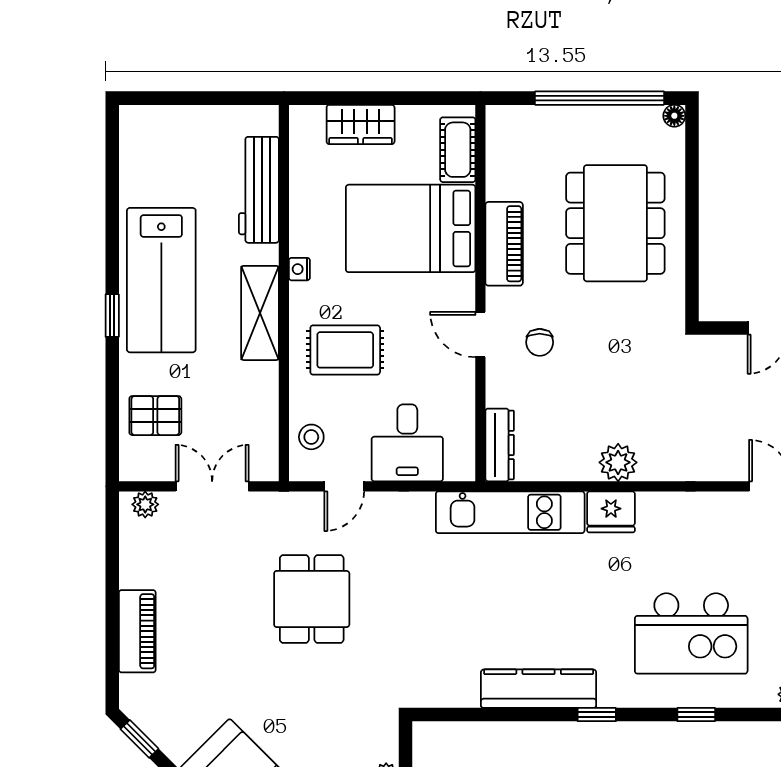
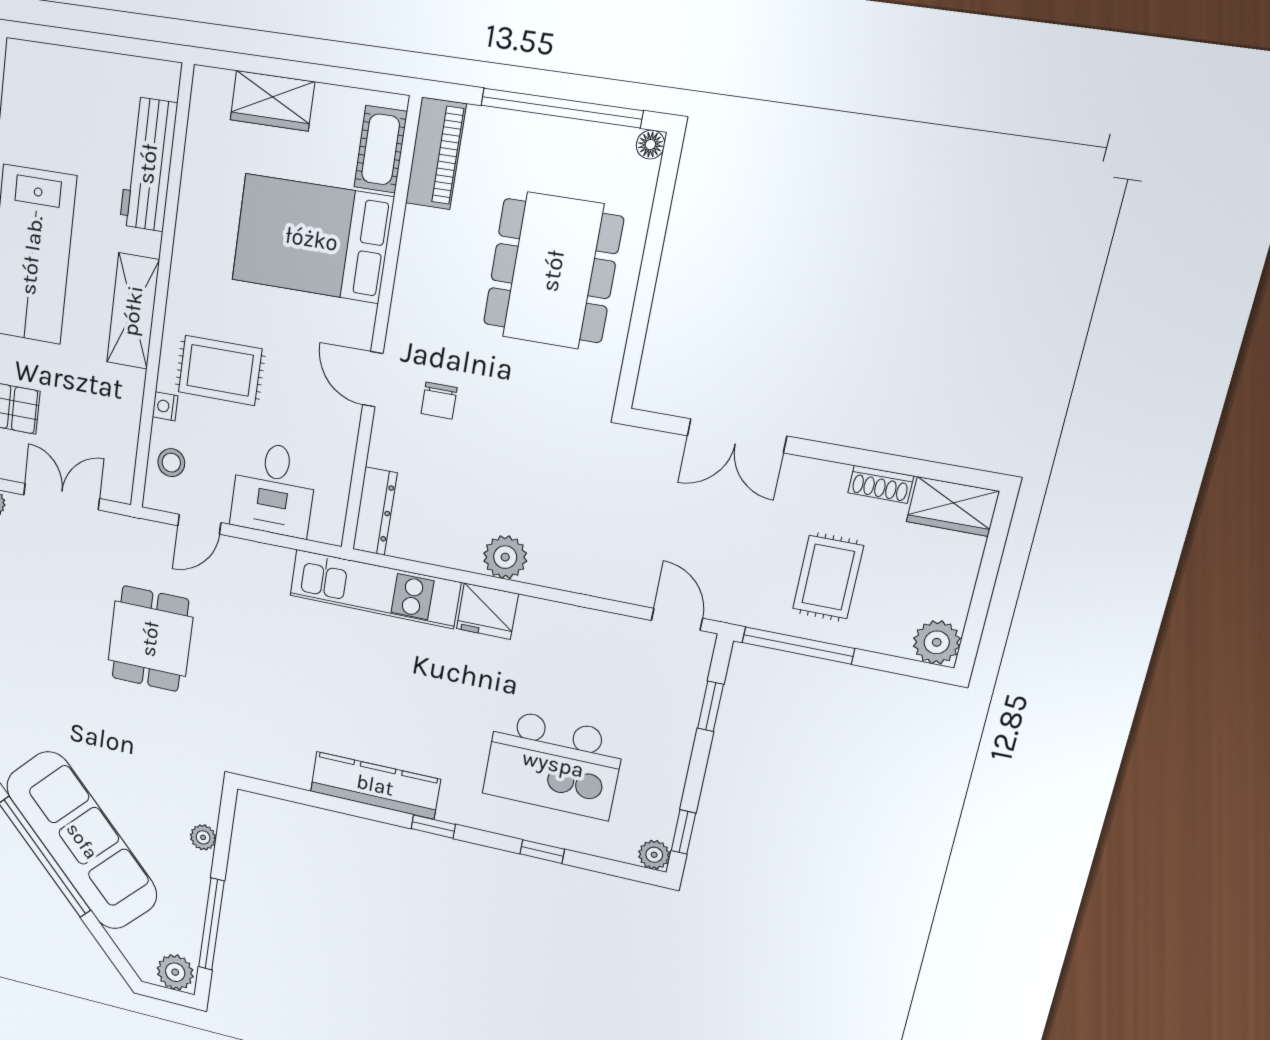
piano: (504, 244) -> (436, 154), moved
nightstand: (299, 269) -> (165, 406), moved

